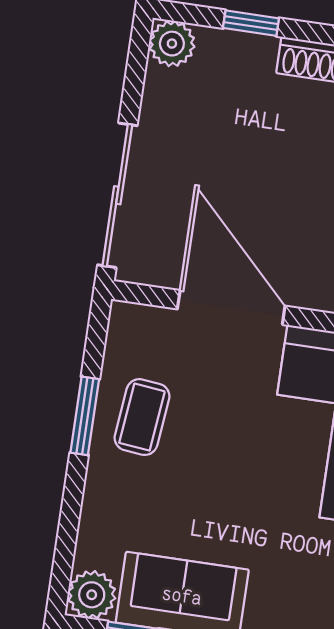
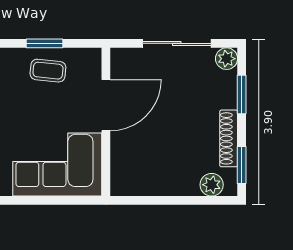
window: (251, 23) -> (242, 95), width x1.50
sliding door: (117, 195) -> (177, 43), moved

